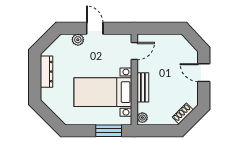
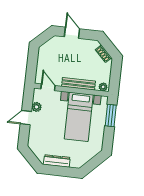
plant: (78, 40) -> (37, 107), moved
door: (204, 73) -> (72, 33), swing flipped
bench: (143, 87) -> (79, 84), width x1.36

